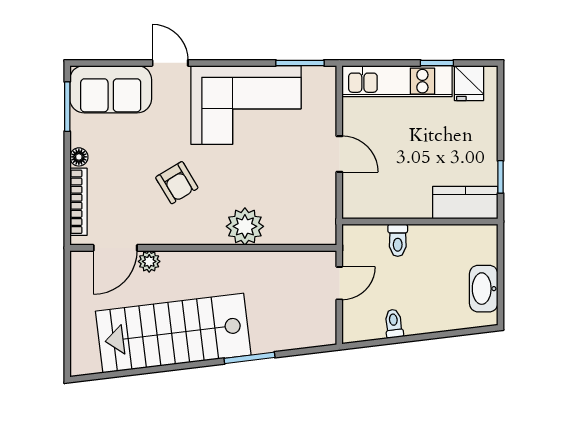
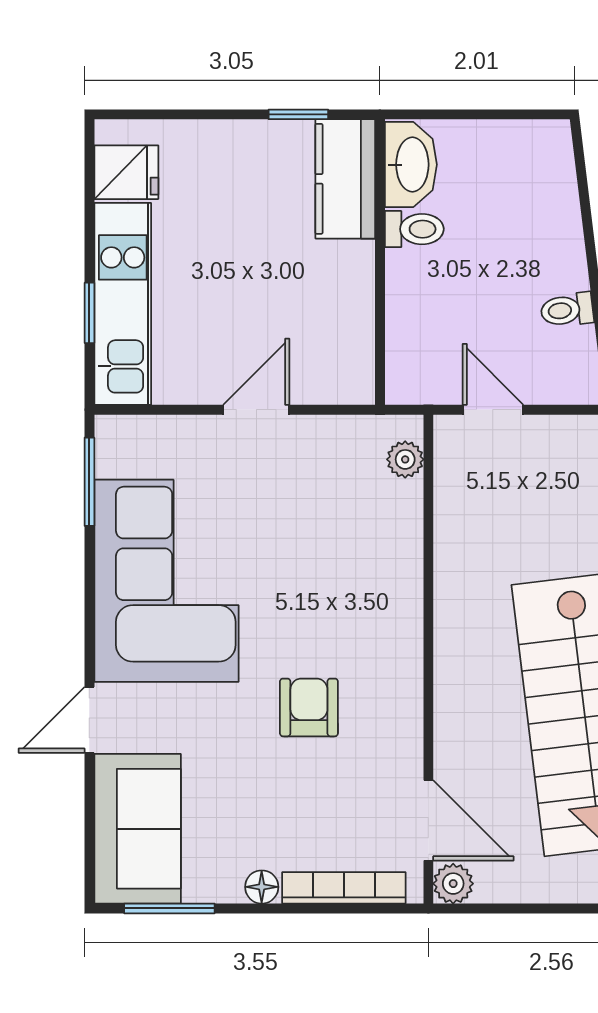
window: (437, 63) -> (89, 313), moved
armchair: (177, 183) -> (309, 707), turned -59
plant: (245, 226) -> (405, 459), moved, width x0.53, depth x0.53
toilet: (398, 240) -> (414, 229), moved
plant: (149, 261) -> (453, 884), moved
washbasin: (484, 289) -> (411, 165), moved, turned -90

